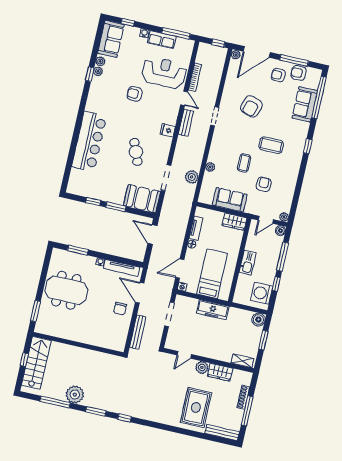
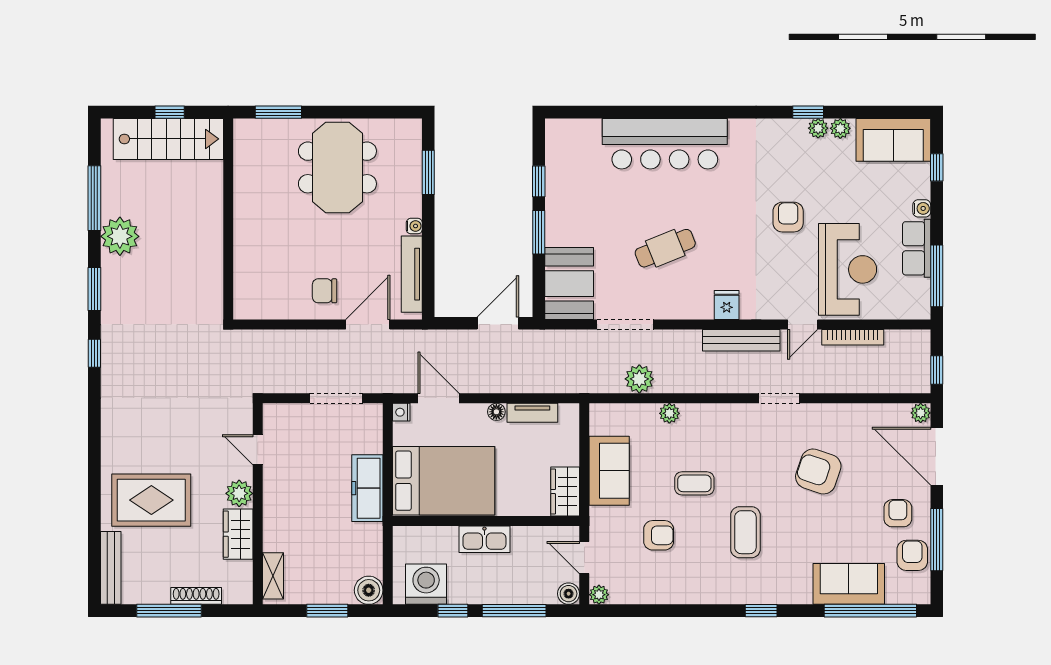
bench: (186, 123) -> (741, 340), width x1.36
bed: (212, 274) -> (444, 481), width x1.50
bench: (138, 332) -> (283, 340), removed

